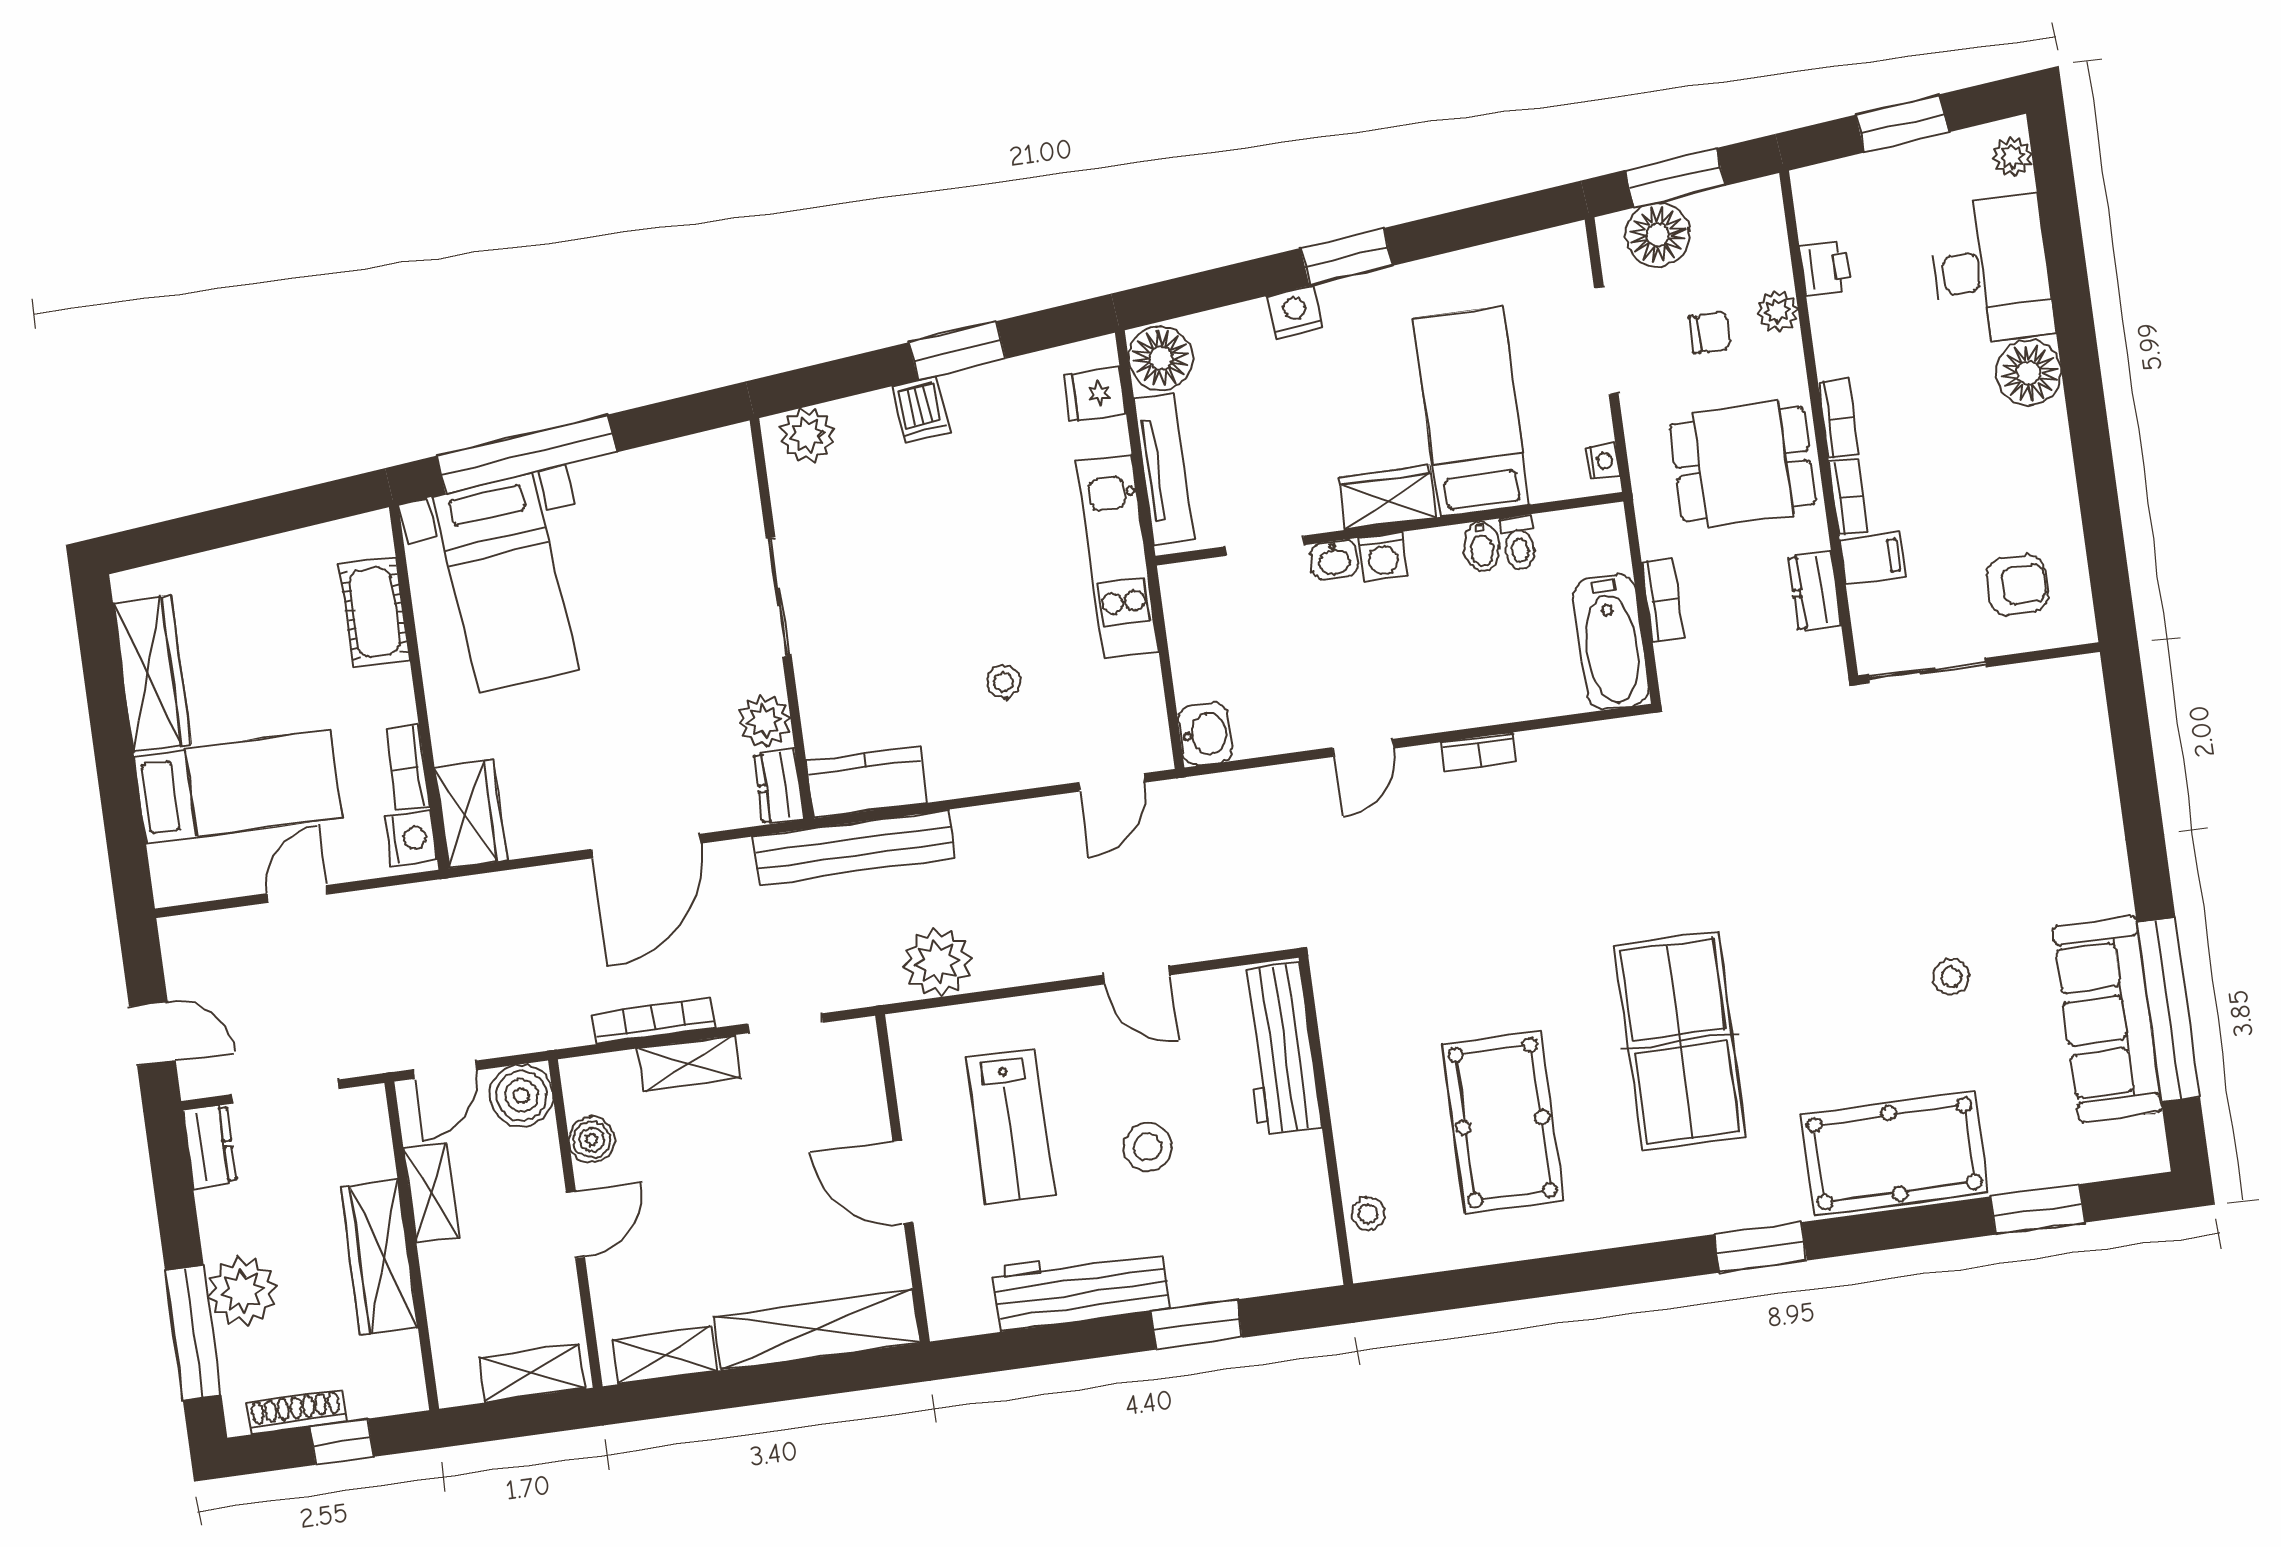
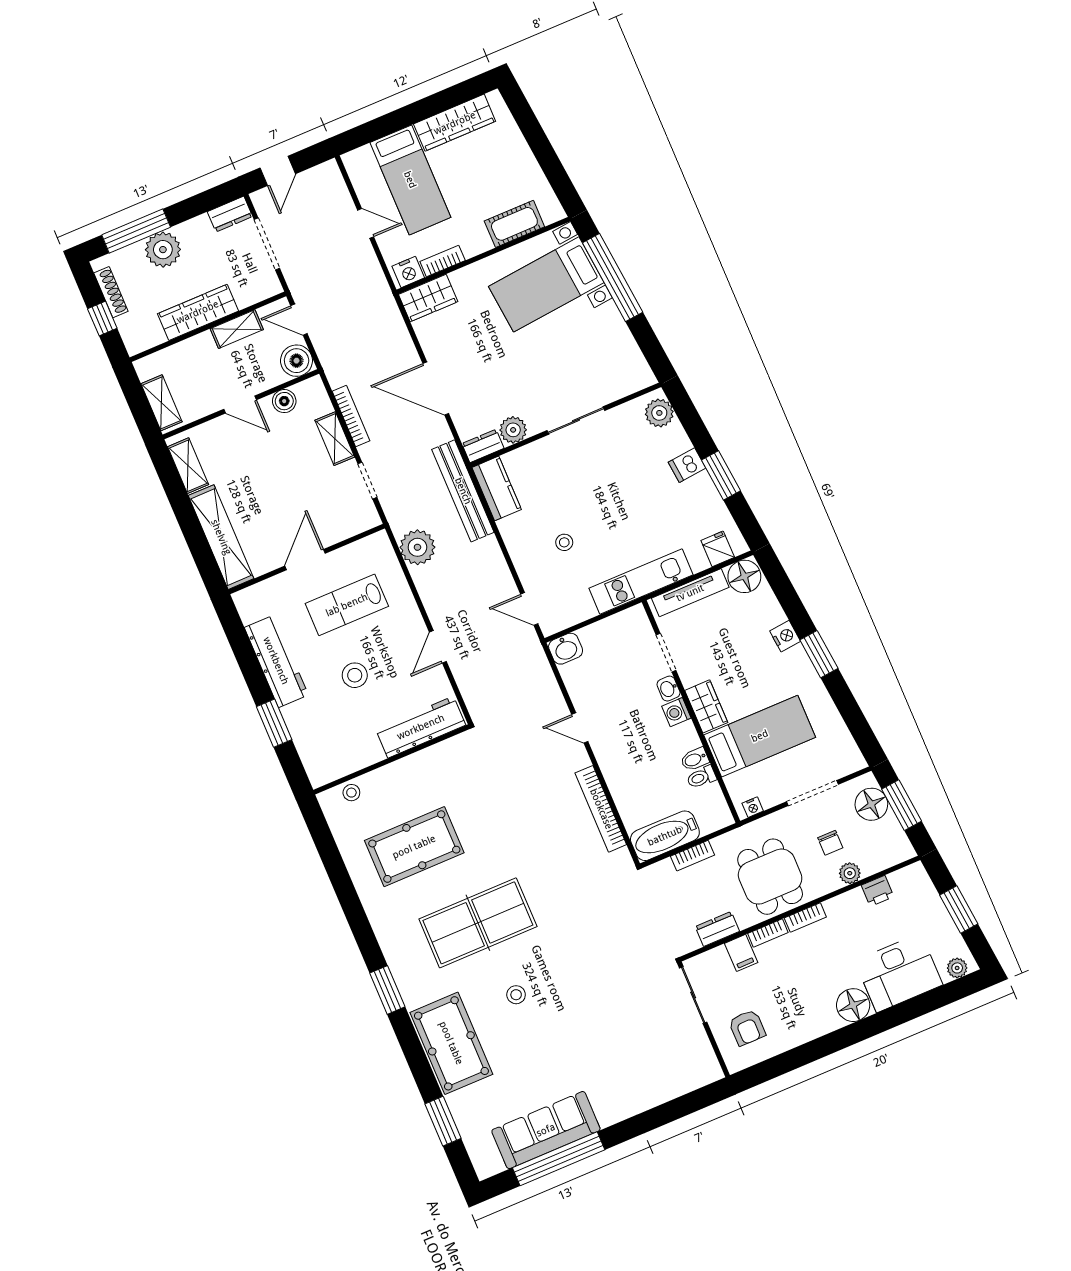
bookcase: (1479, 752) -> (601, 809), width x2.31, depth x1.31
stool: (1951, 977) -> (516, 995), moved

